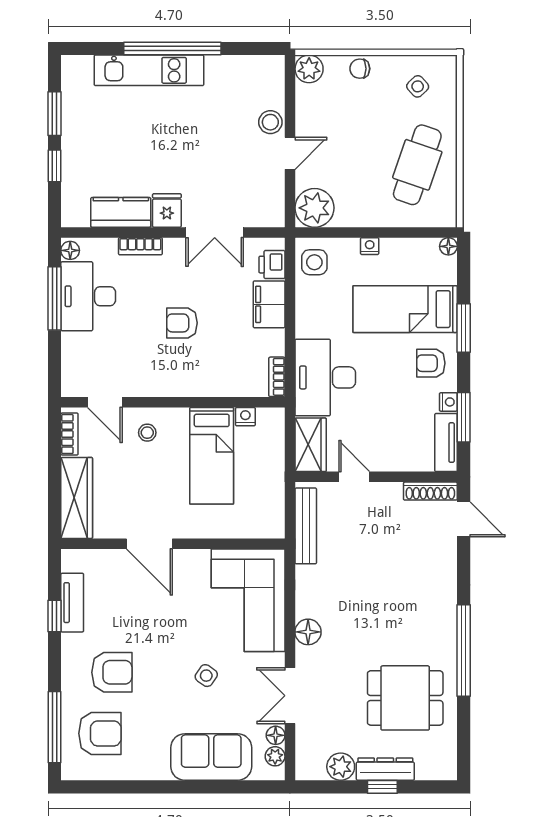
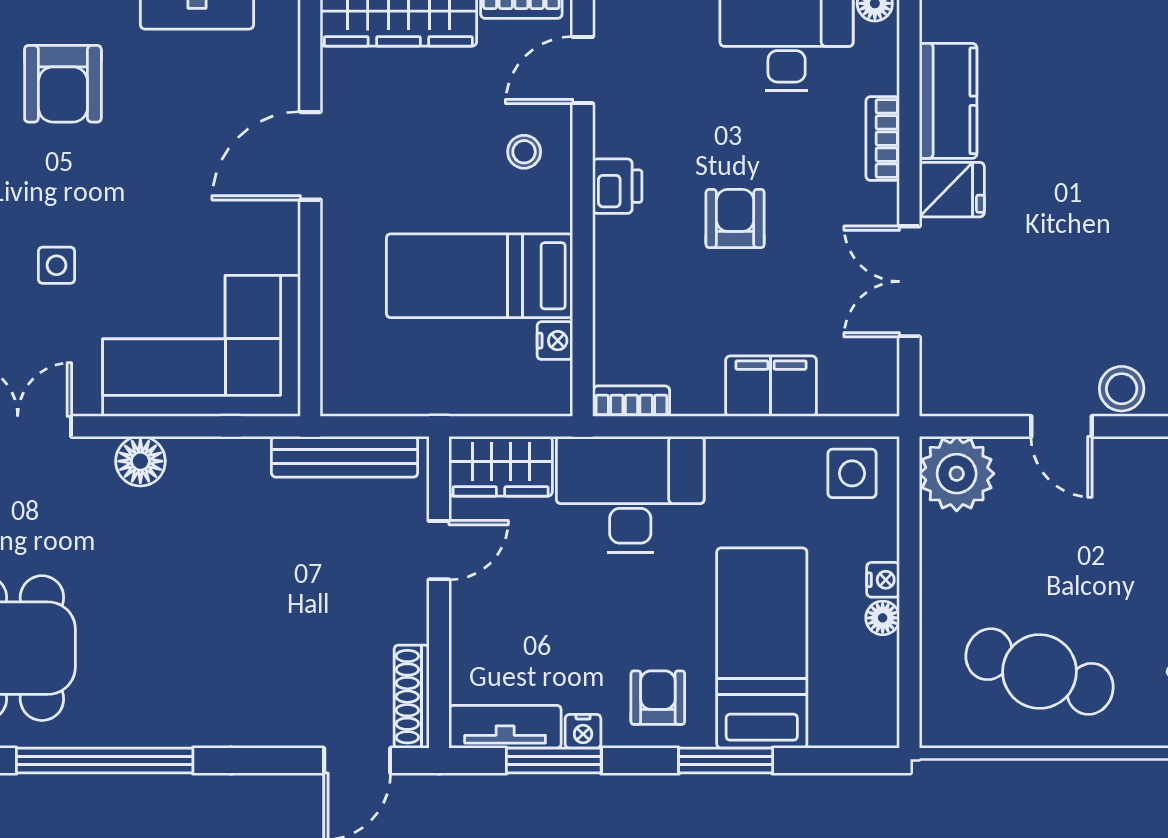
floor lamp: (448, 246) -> (883, 618), moved
printer: (272, 265) -> (617, 186), moved, turned 90
side table: (206, 676) -> (57, 265), turned -35

